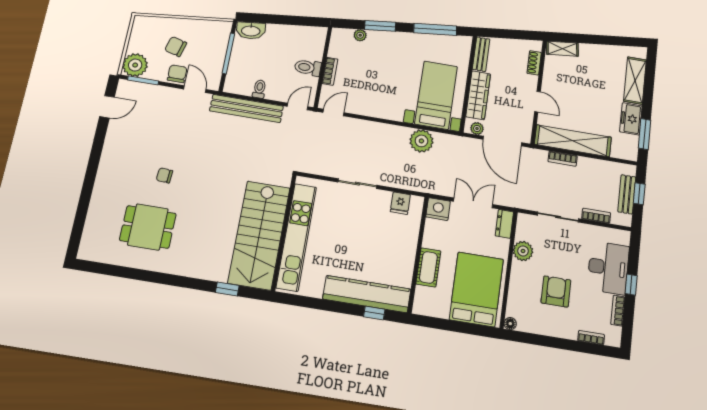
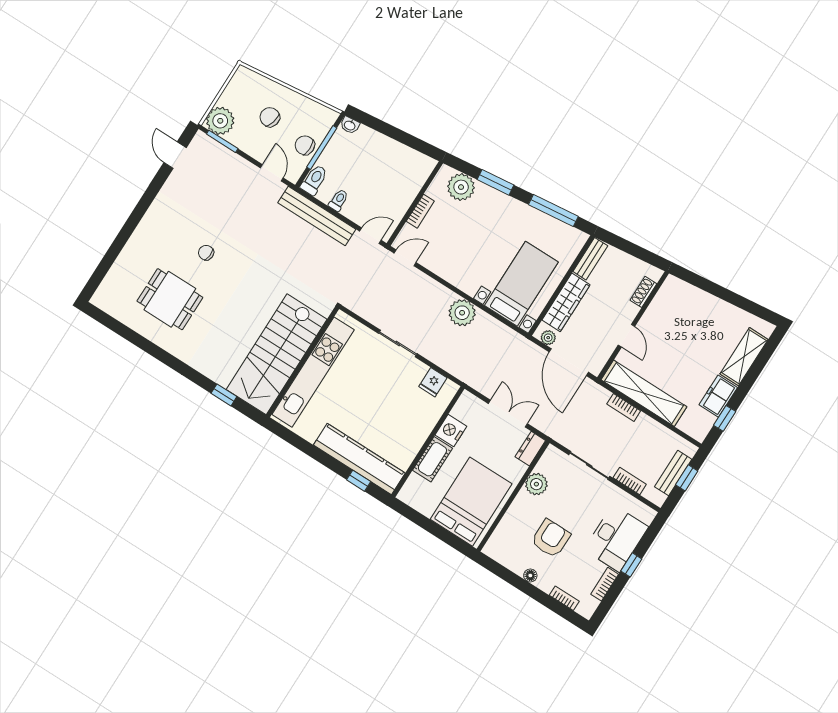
washbasin: (251, 31) -> (350, 125), width x0.52, depth x0.69
plant: (360, 35) -> (461, 187), width x1.88, depth x1.88
shelving: (562, 49) -> (682, 289), removed
toilet: (308, 68) -> (314, 180), moved, turned 90
chair: (177, 74) -> (305, 145), moved, turned -90
door: (107, 107) -> (175, 155), swing flipped
window: (645, 134) -> (725, 418), width x0.67
plant: (421, 141) -> (462, 313), moved
nightstand: (438, 209) -> (451, 431), moved, turned -90
floor lamp: (510, 324) -> (530, 576), moved

